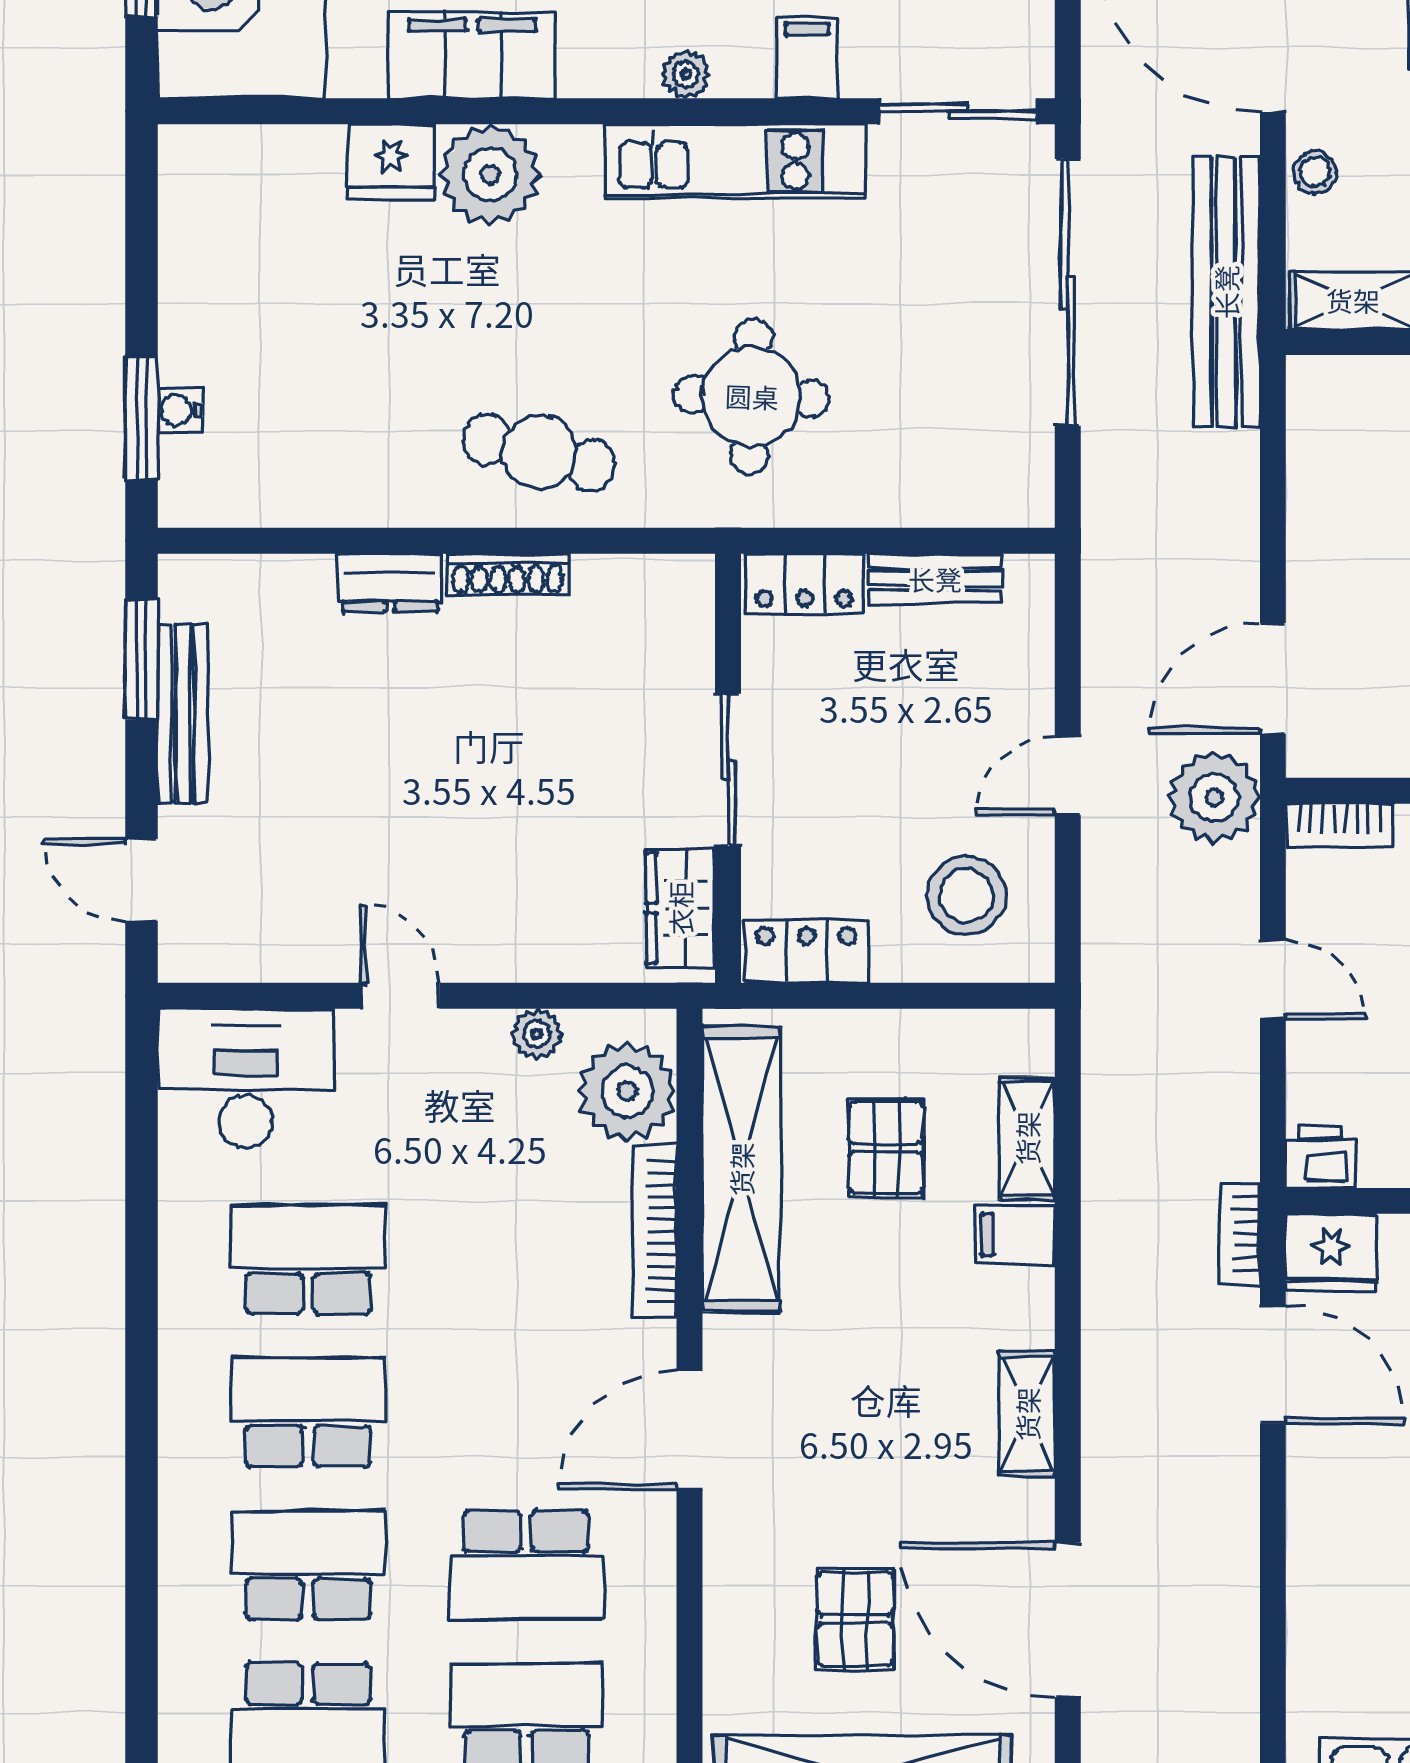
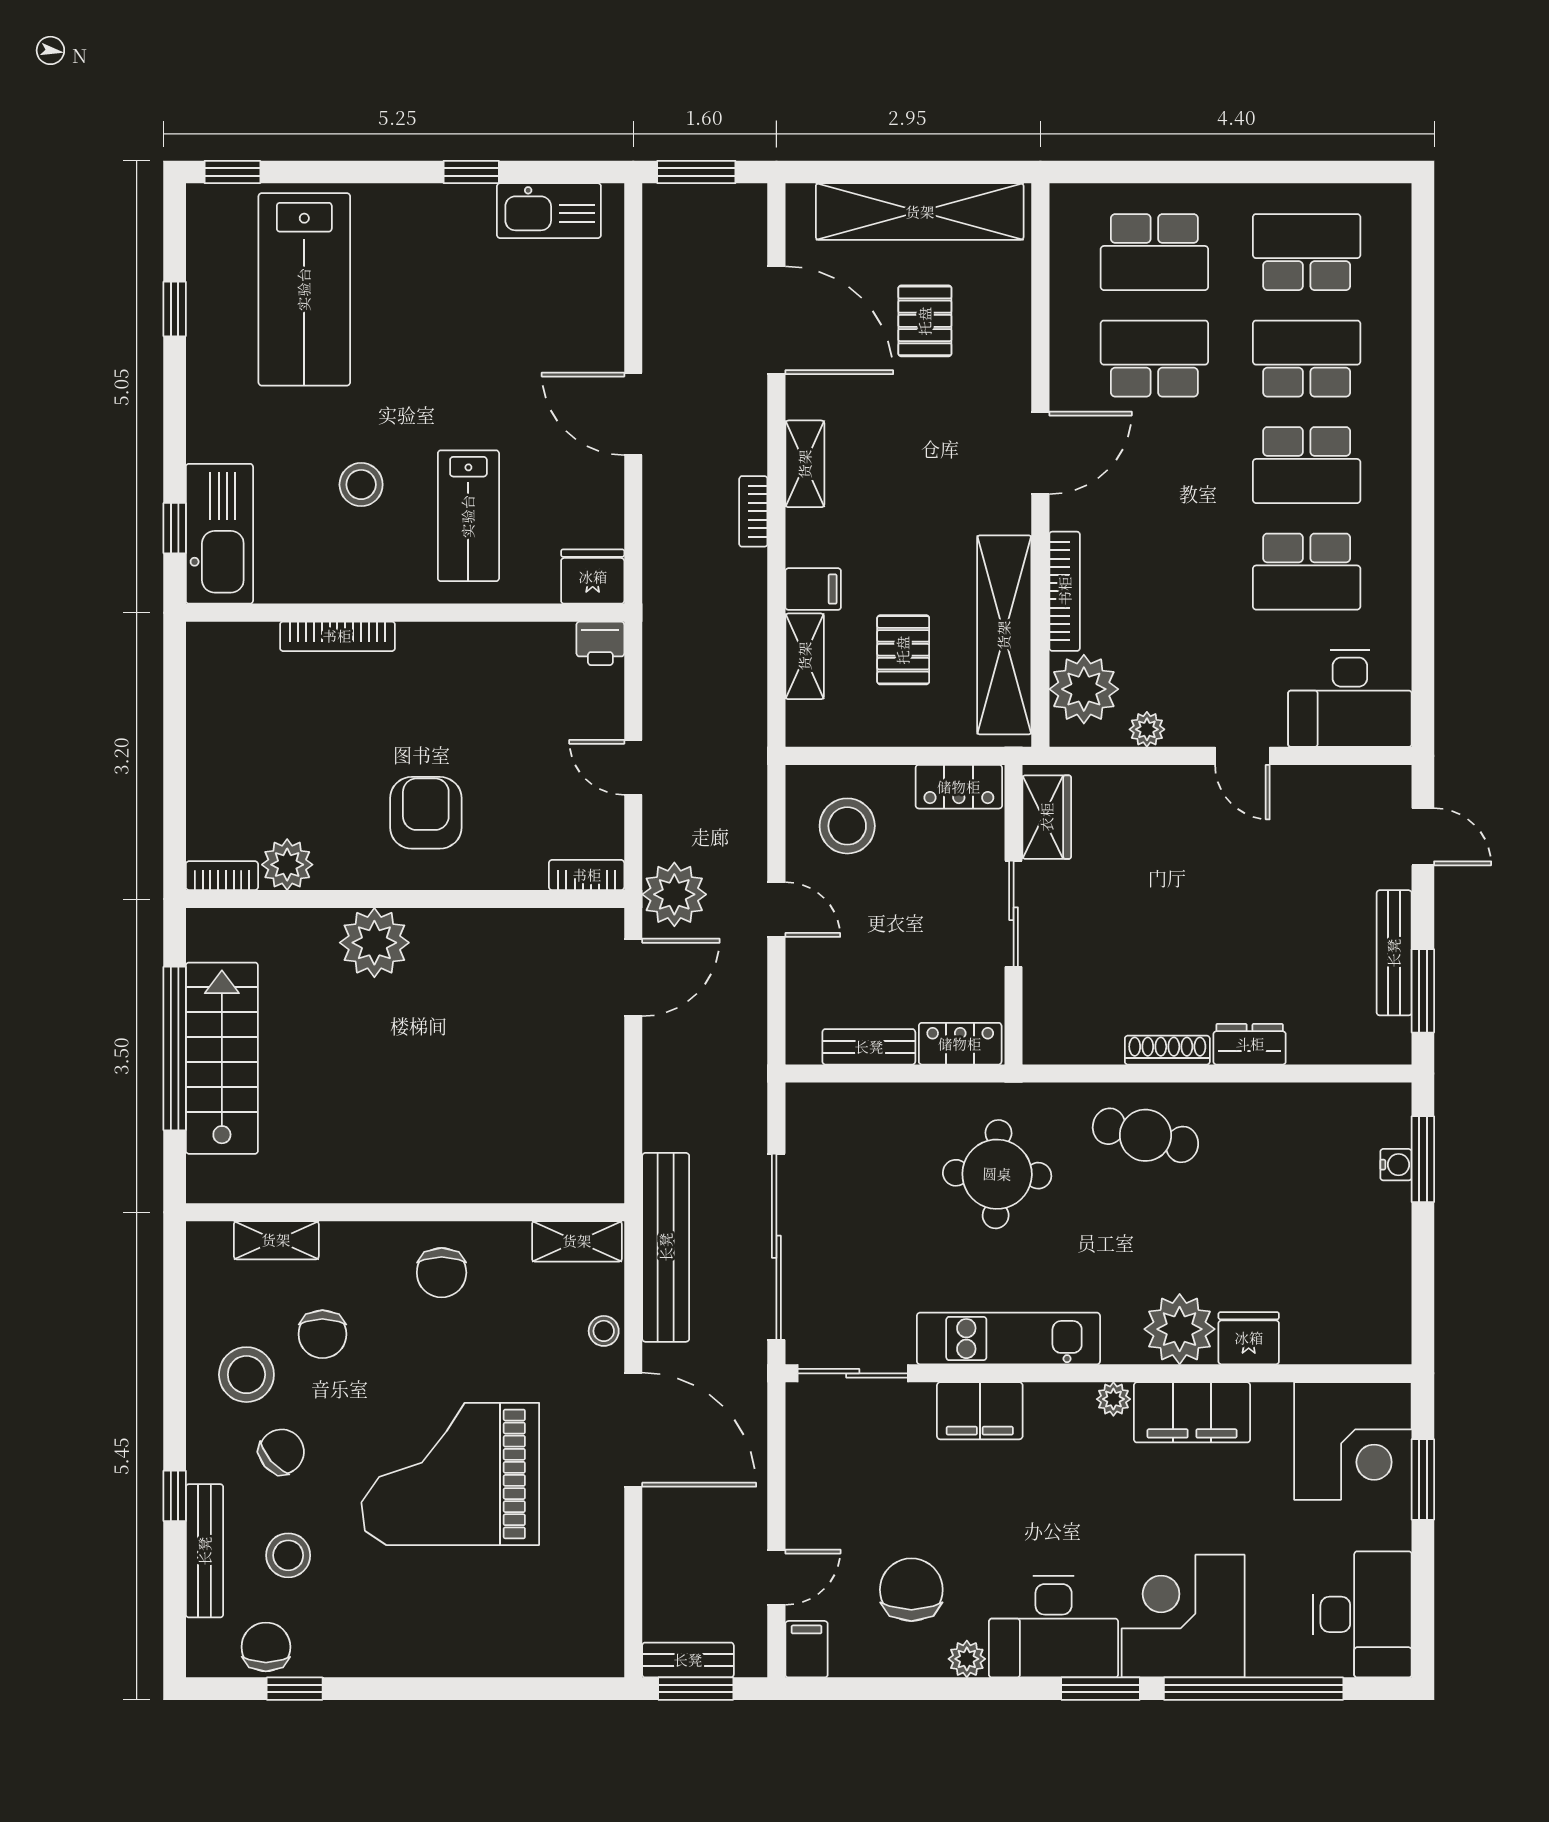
filing cabinet: (807, 58) -> (980, 1411), width x2.00
plant: (686, 74) -> (1113, 1399), moved
door: (1068, 776) -> (776, 910), hinge flipped
bookcase: (1240, 1234) -> (753, 511), moved, turned 180
door: (1273, 1364) -> (633, 414), moved
school desk: (308, 1565) -> (1307, 359), turned 180

